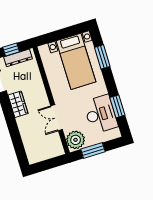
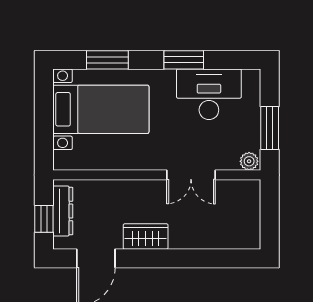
window: (117, 106) -> (184, 60), moved
plant: (76, 140) -> (249, 161), width x0.53, depth x0.53

